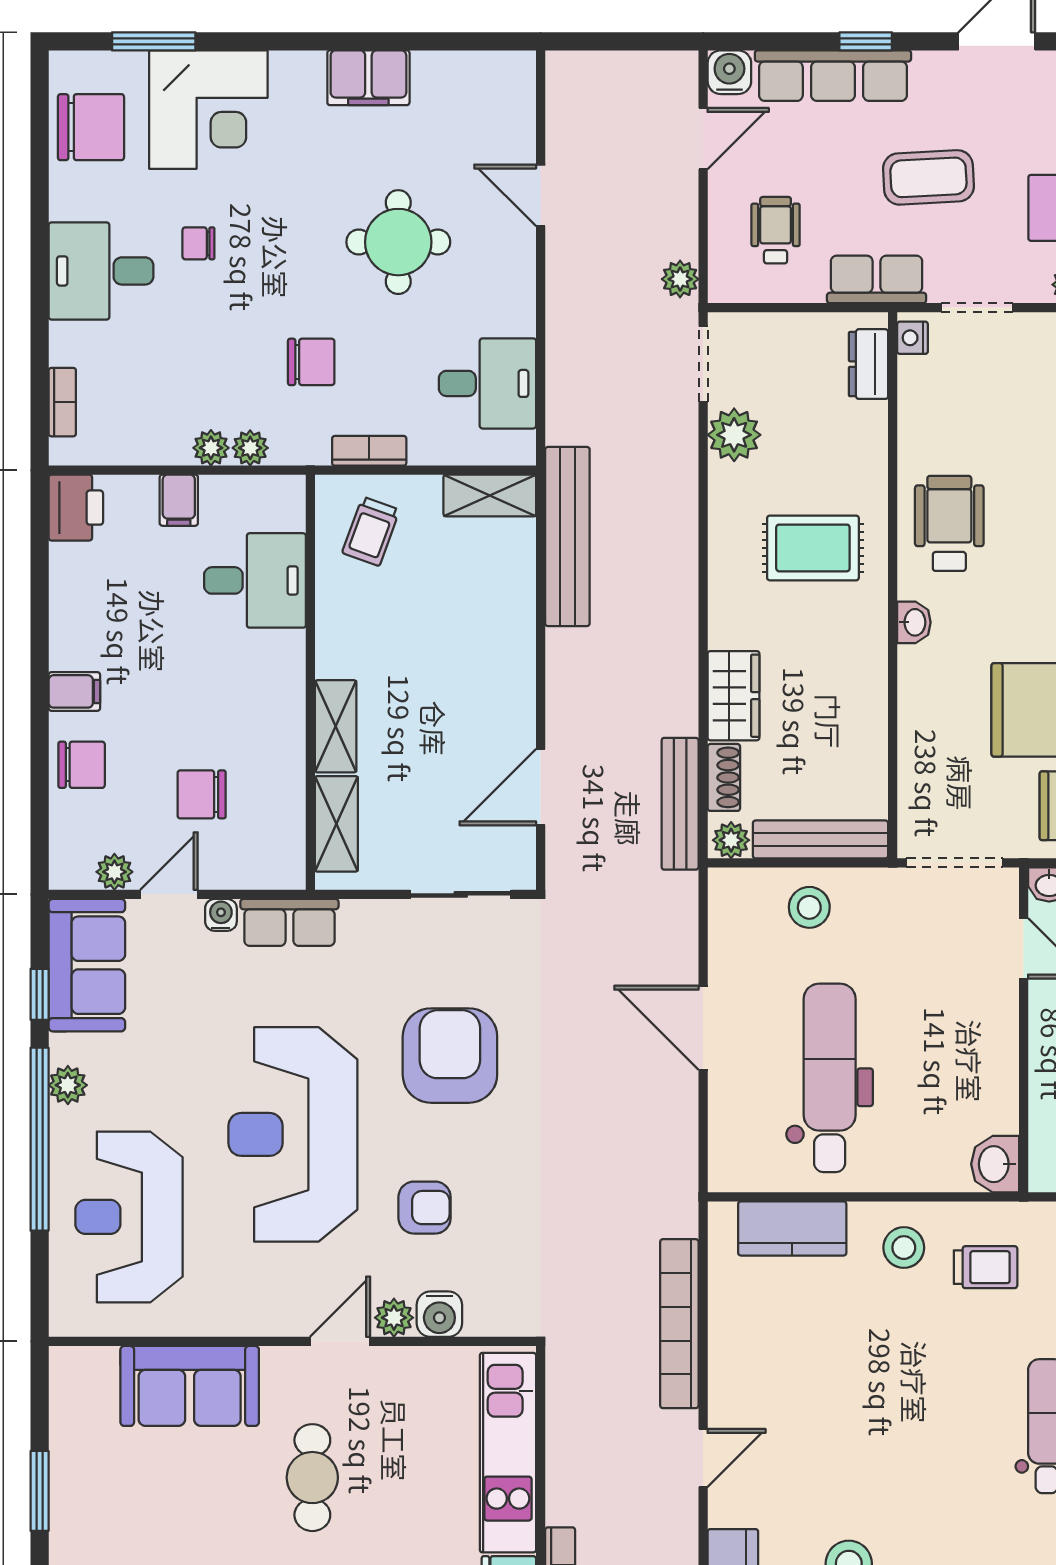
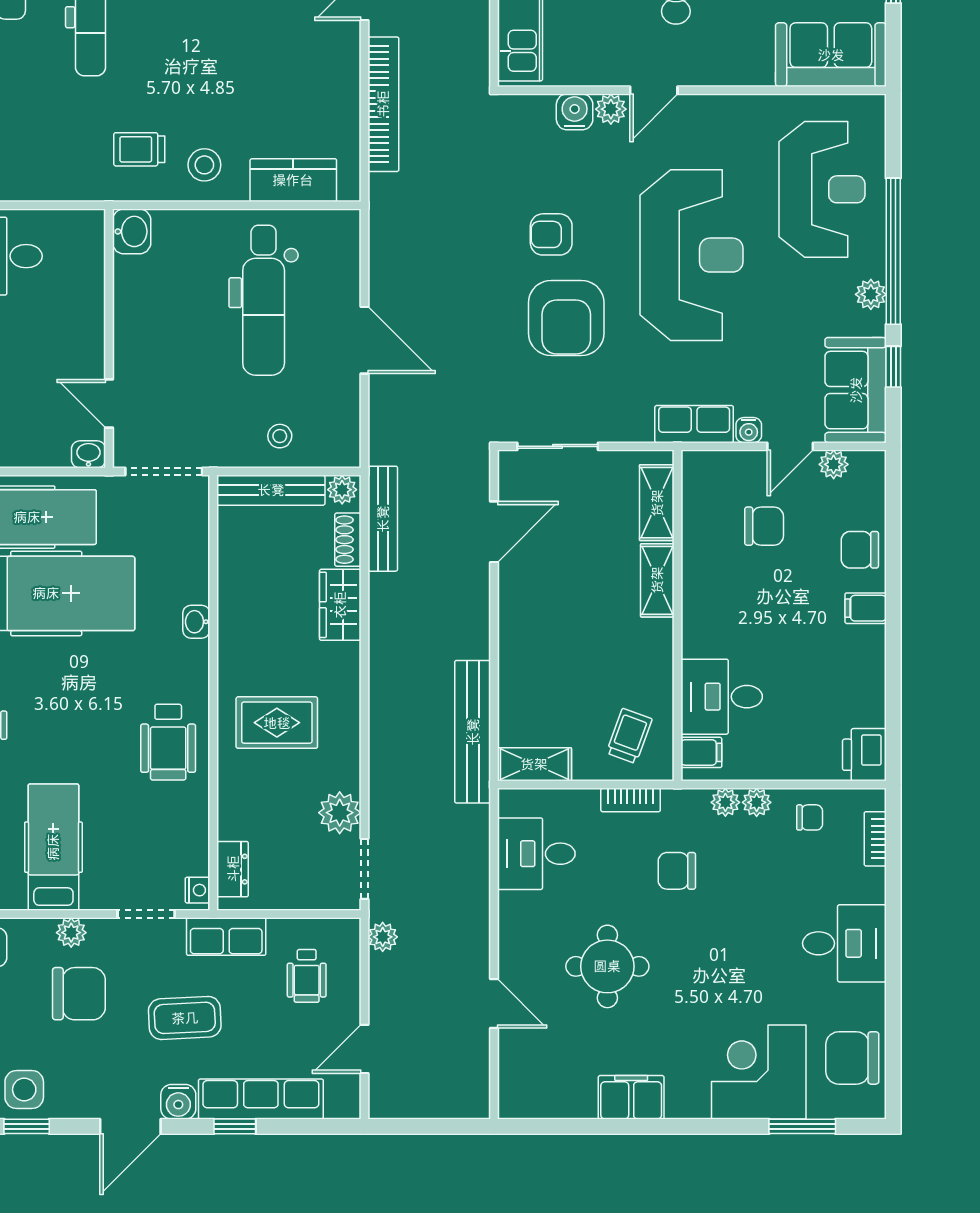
water cooler: (729, 72) -> (178, 1102), moved
chair: (198, 243) -> (810, 817), moved
filing cabinet: (179, 500) -> (701, 752), moved, turned 90
washbasin: (914, 622) -> (196, 622), moved
stool: (809, 907) -> (280, 436), width x0.73, depth x0.73
armchair: (425, 1208) -> (551, 234), moved
sofa: (190, 1386) -> (831, 55), moved

